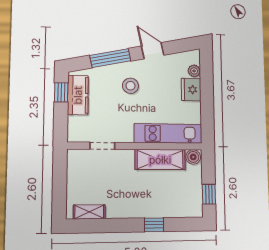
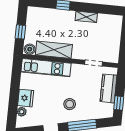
kitchen counter: (78, 95) -> (109, 88), moved
window: (209, 194) -> (20, 32), moved
shelving: (89, 212) -> (86, 17), moved

